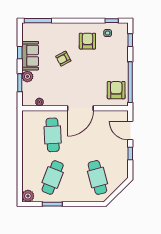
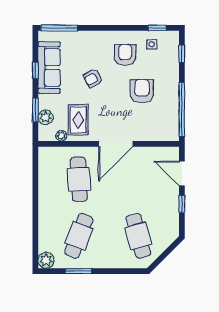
sofa: (30, 56) -> (49, 68), width x1.36
plant: (27, 76) -> (46, 117), moved
rug: (52, 90) -> (78, 120), added
armchair: (116, 90) -> (142, 91), moved

